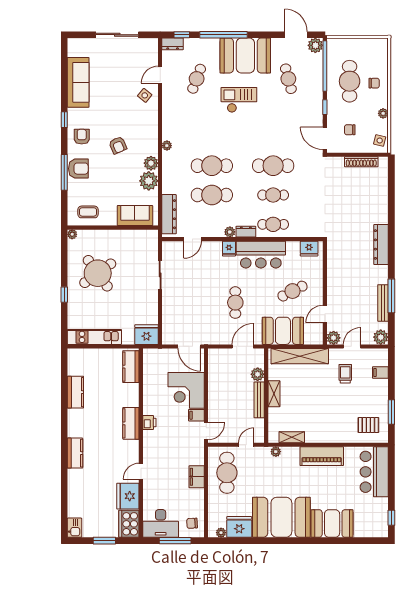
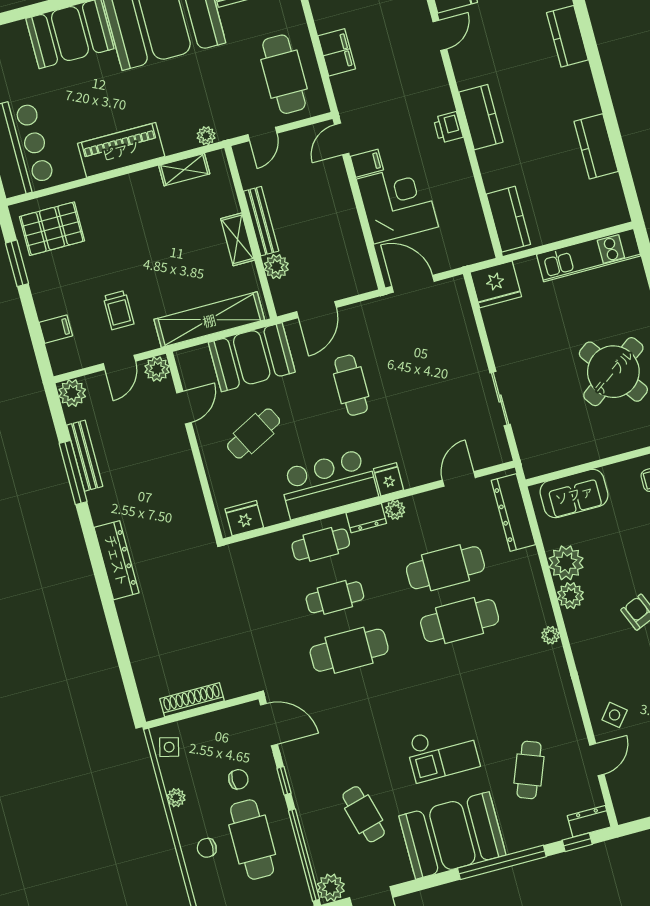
chair: (350, 130) -> (238, 779), moved
pallet: (368, 425) -> (52, 229), width x1.50, depth x1.42

